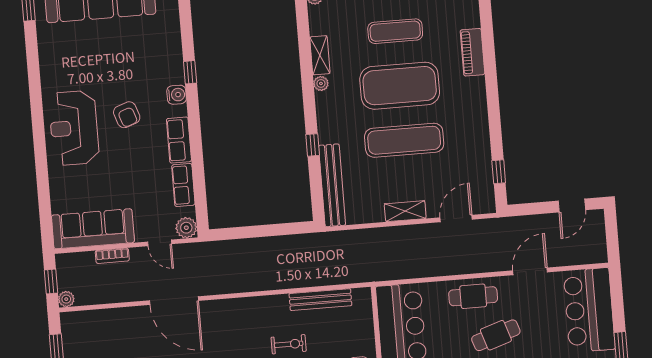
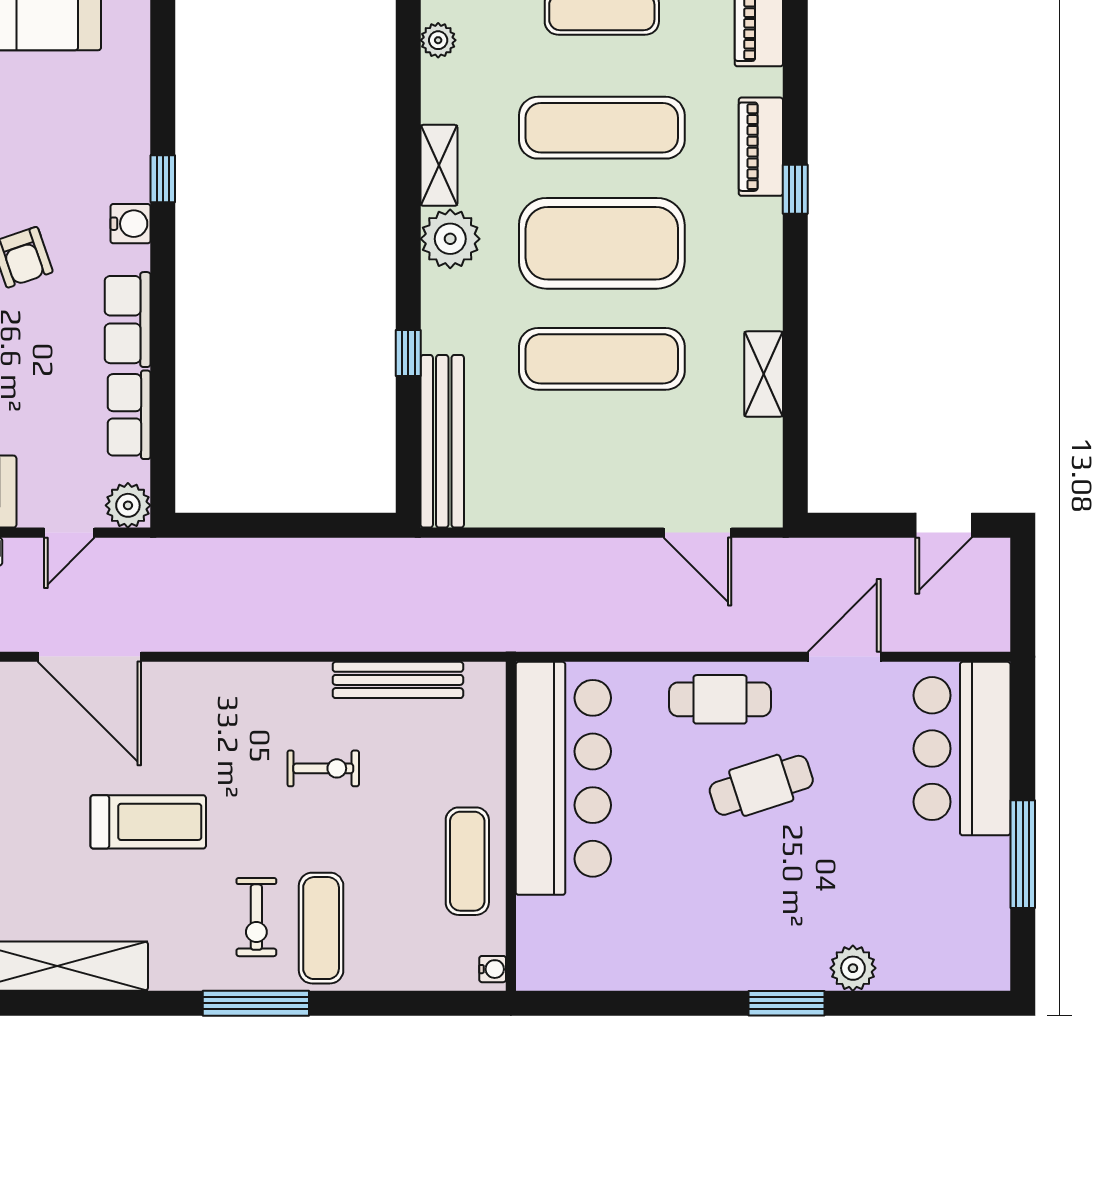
exercise mat: (395, 31) -> (602, 128), width x1.36, depth x1.45
piano: (472, 52) -> (761, 147), moved
plant: (321, 83) -> (450, 239), width x1.88, depth x1.88
window: (499, 172) -> (795, 189), moved
shelving: (405, 211) -> (764, 374), moved, turned 90
door: (456, 218) -> (698, 533), swing flipped
door: (160, 243) -> (69, 533), hinge flipped

